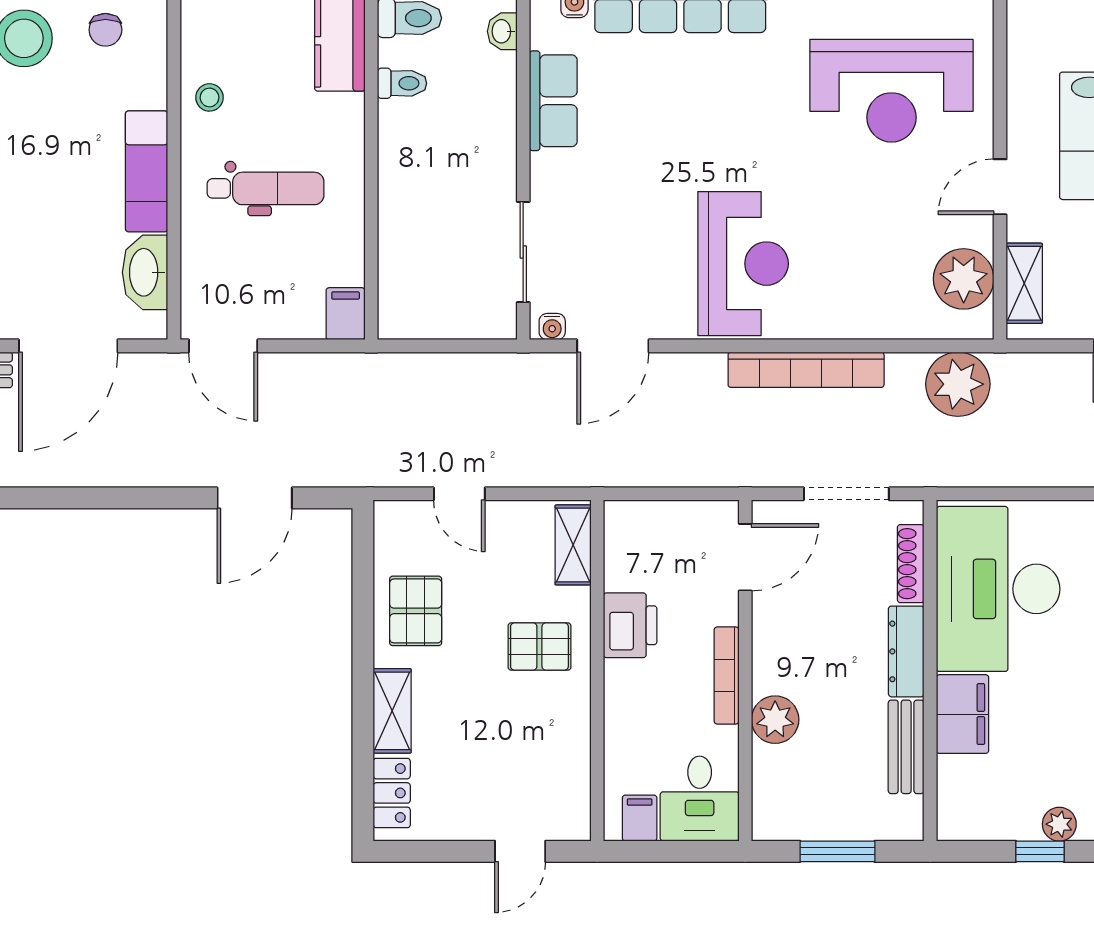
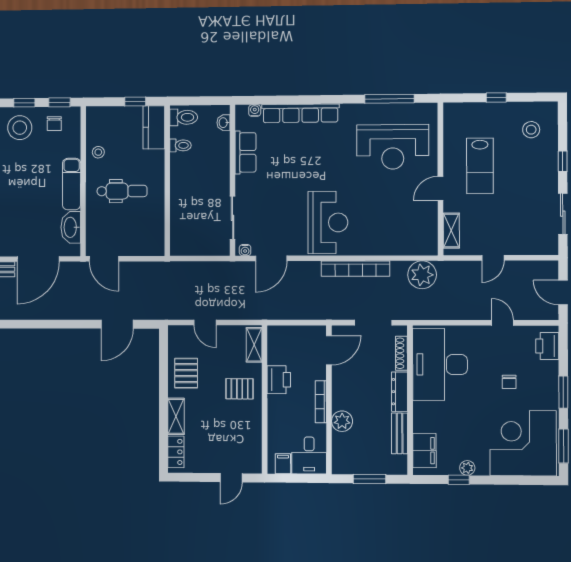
plant: (964, 279) -> (425, 229), removed
filing cabinet: (346, 314) -> (156, 245), removed
filing cabinet: (963, 714) -> (424, 451), moved

